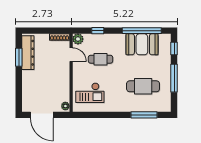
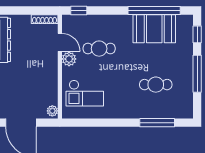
window: (98, 31) -> (79, 10), moved
plant: (78, 39) -> (69, 59), moved
cafe table: (143, 86) -> (156, 85), width x0.73, depth x0.74

